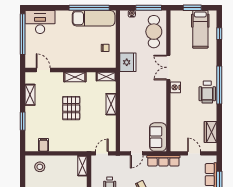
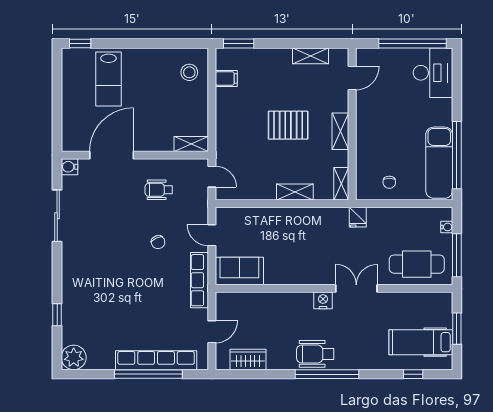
fridge: (128, 62) -> (358, 217), width x0.53, depth x0.75
window: (23, 121) -> (239, 43), moved

